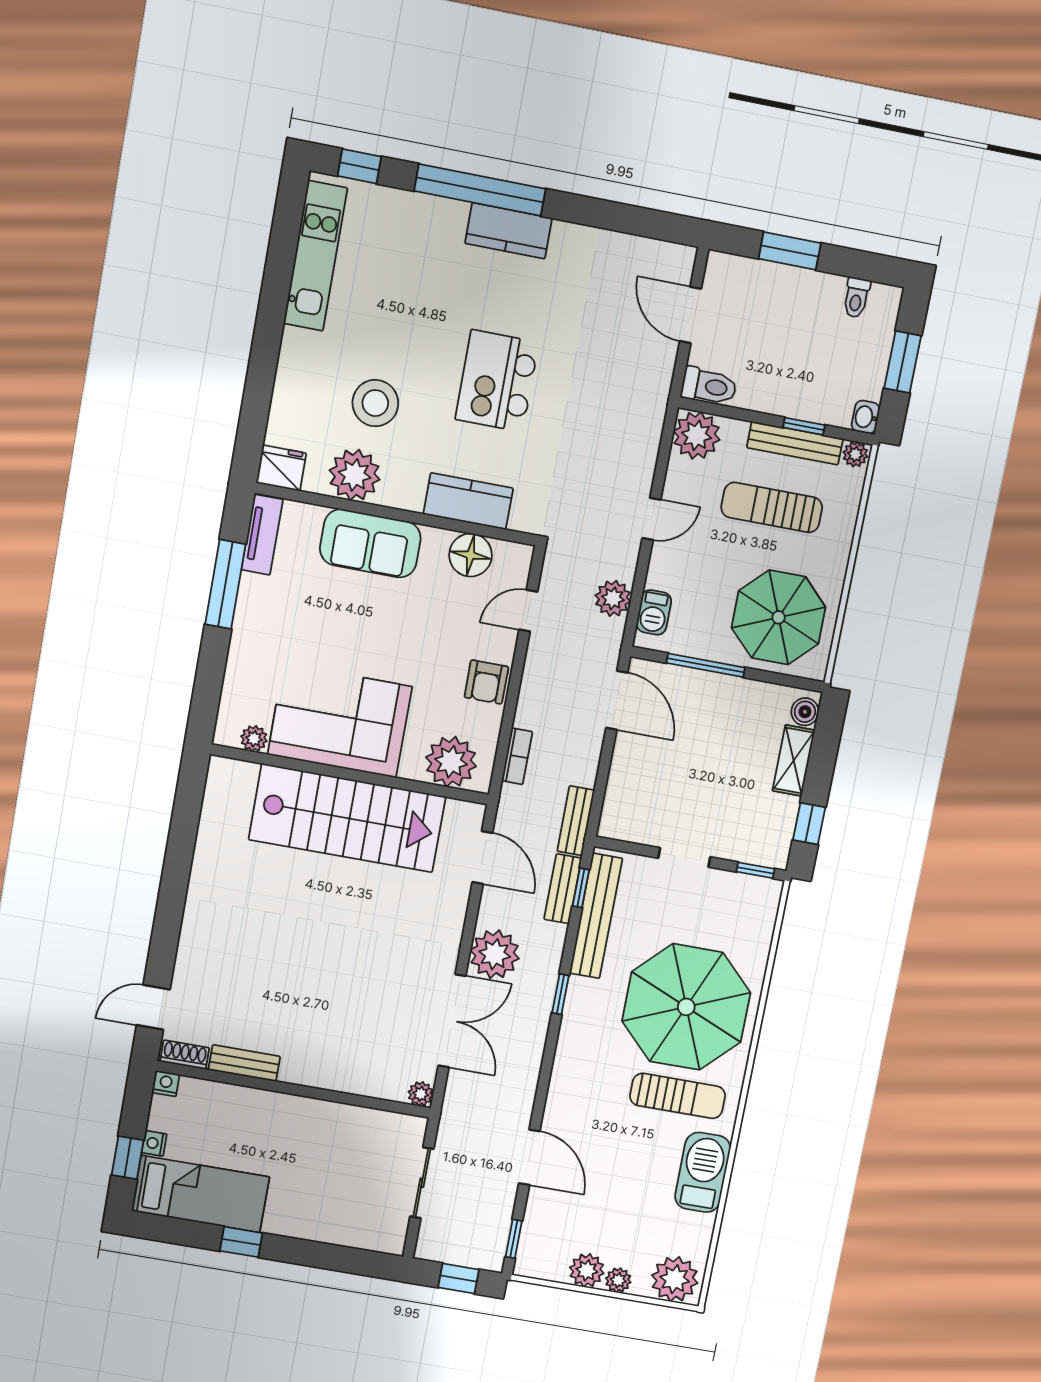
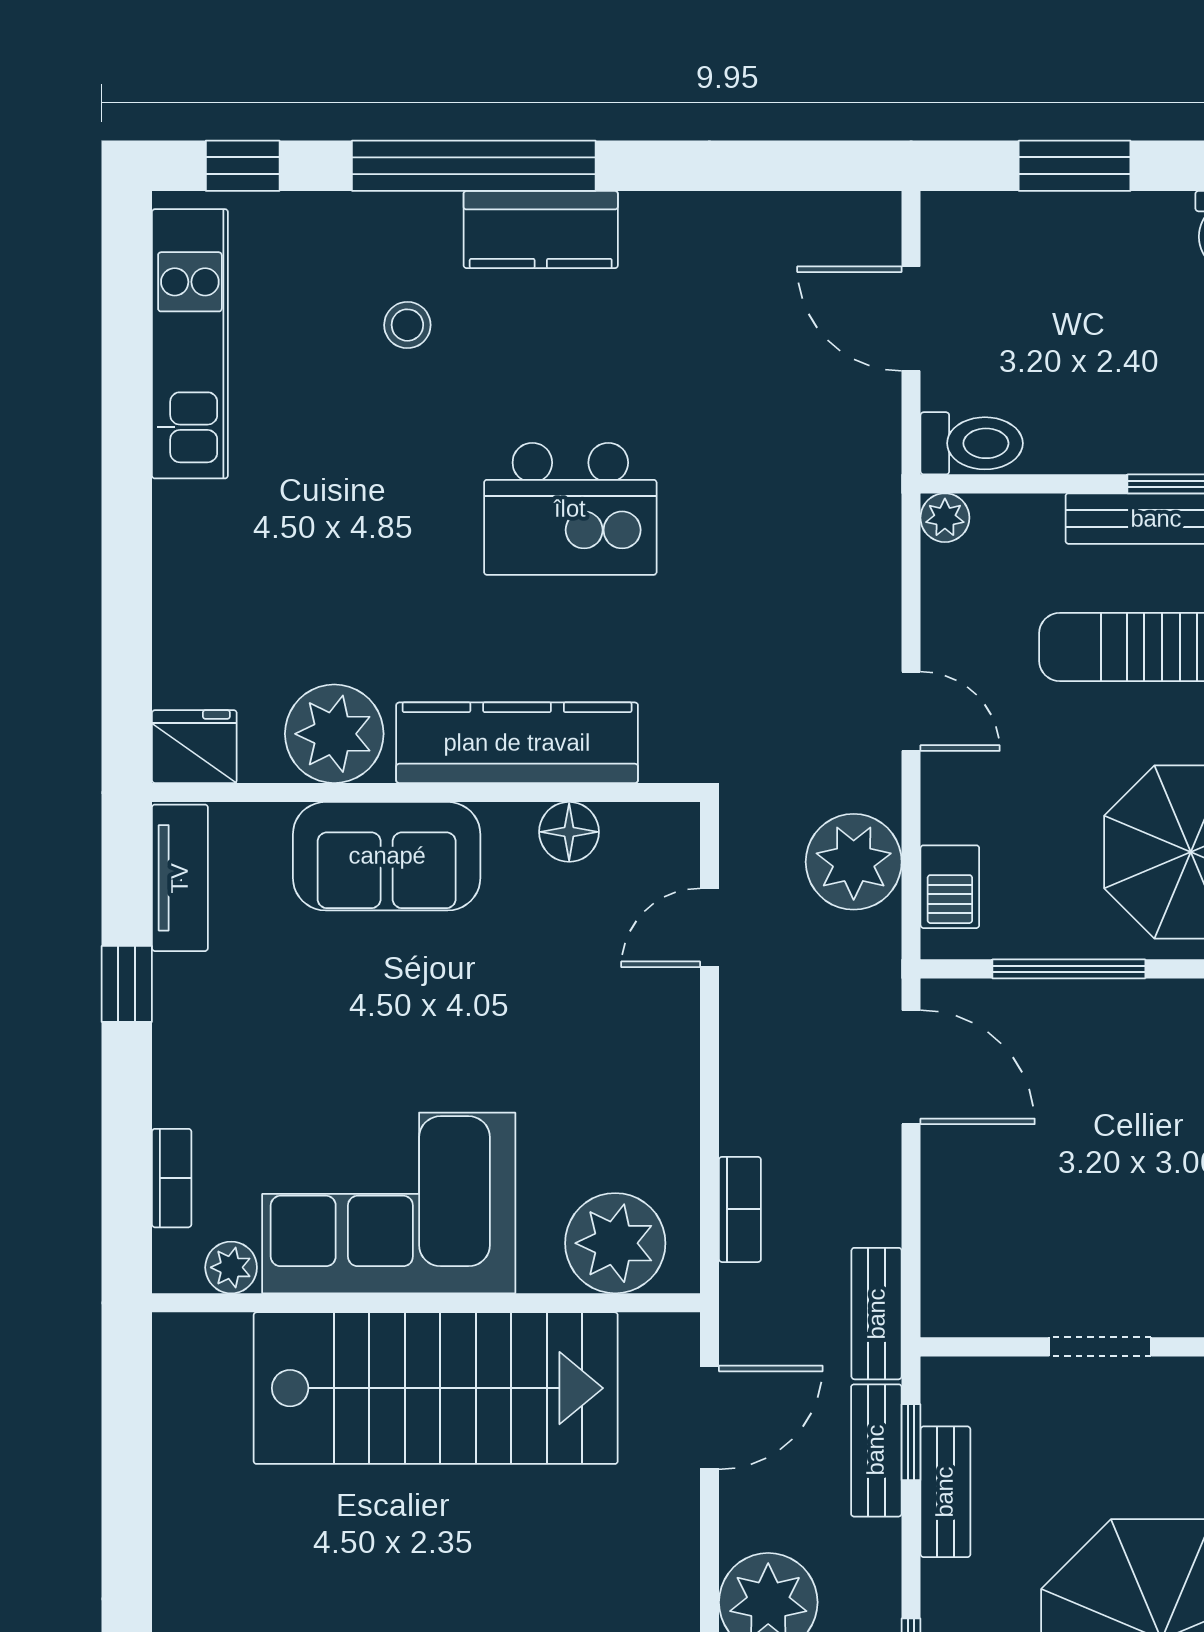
kitchen island: (497, 381) -> (570, 509), turned -90
stool: (375, 403) -> (407, 325), moved, width x0.53, depth x0.53
plant: (697, 435) -> (945, 518), width x0.53, depth x0.53
kitchen counter: (468, 501) -> (517, 743), width x1.50
door: (651, 519) -> (911, 711), hinge flipped
floor lamp: (471, 555) -> (569, 832), width x0.73, depth x0.73
window: (225, 584) -> (127, 984), width x0.46
plant: (613, 598) -> (854, 862), width x1.36, depth x1.36
armchair: (486, 682) -> (655, 1078), removed
bookcase: (231, 688) -> (172, 1178), added
door: (482, 858) -> (709, 1418), hinge flipped
bench: (596, 916) -> (945, 1492), width x0.54, depth x0.82

